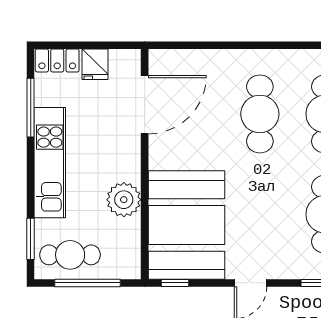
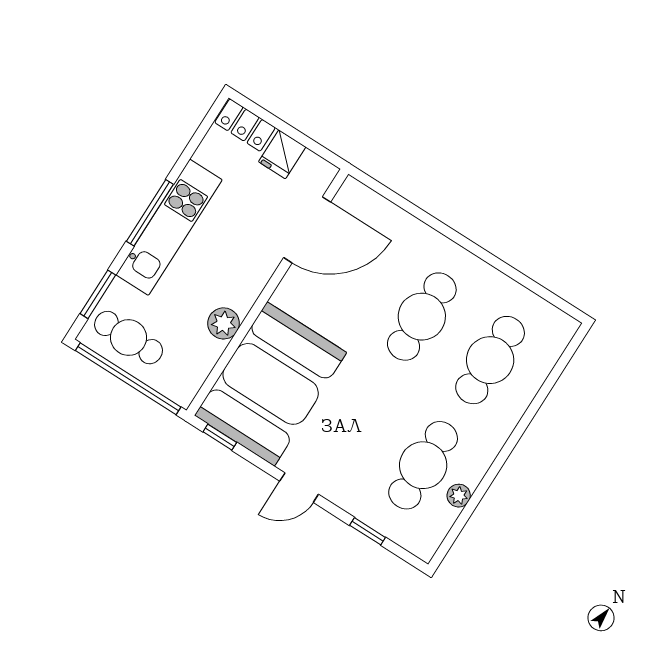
window: (31, 108) -> (150, 213), moved
plant: (124, 200) -> (224, 323), width x0.73, depth x0.73
window: (88, 283) -> (128, 379), width x1.46

